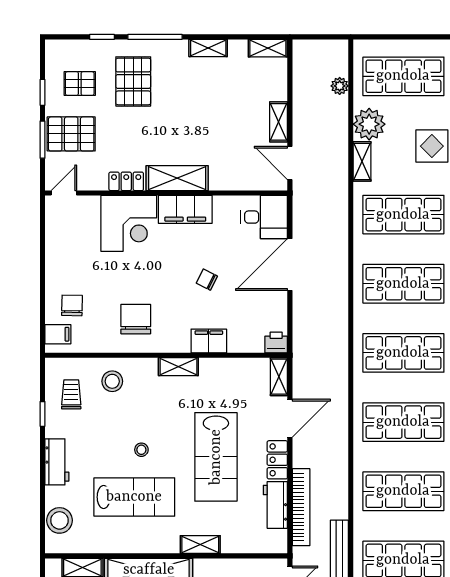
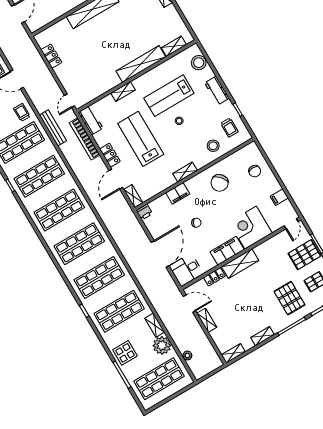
locker: (126, 181) -> (214, 277), moved
chair: (136, 319) -> (220, 183), turned 49
filing cabinet: (58, 334) -> (279, 197), moved
workbench: (275, 505) -> (91, 120), moved

